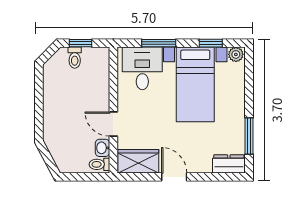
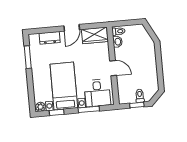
door: (113, 124) -> (113, 68), moved
dresser: (229, 164) -> (50, 38), moved
door: (174, 177) -> (72, 28), hinge flipped

